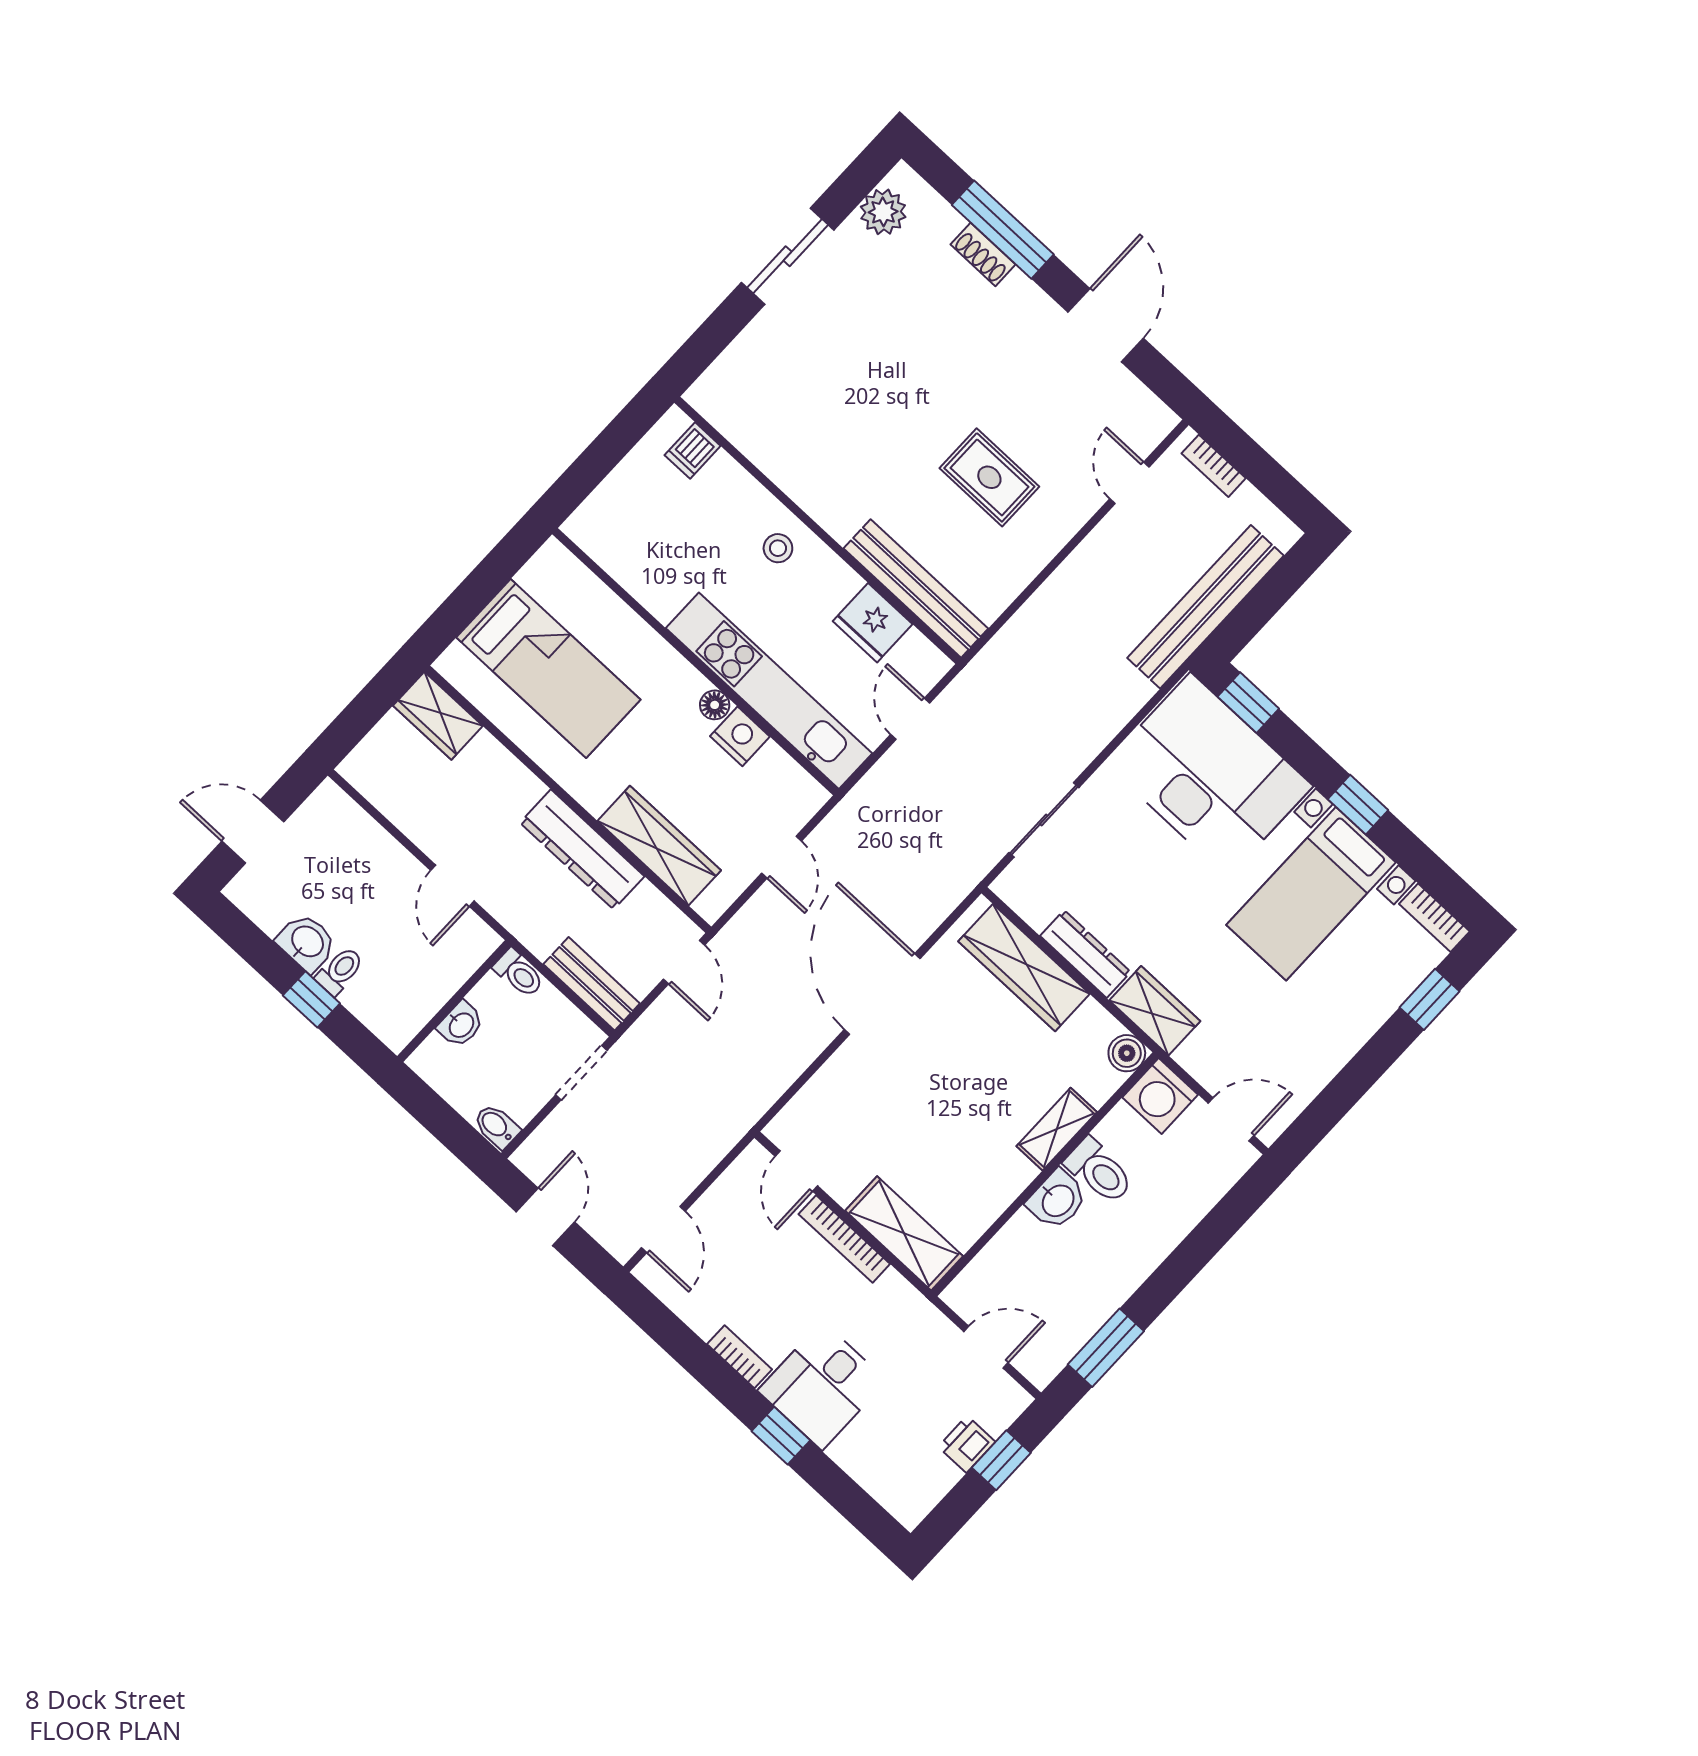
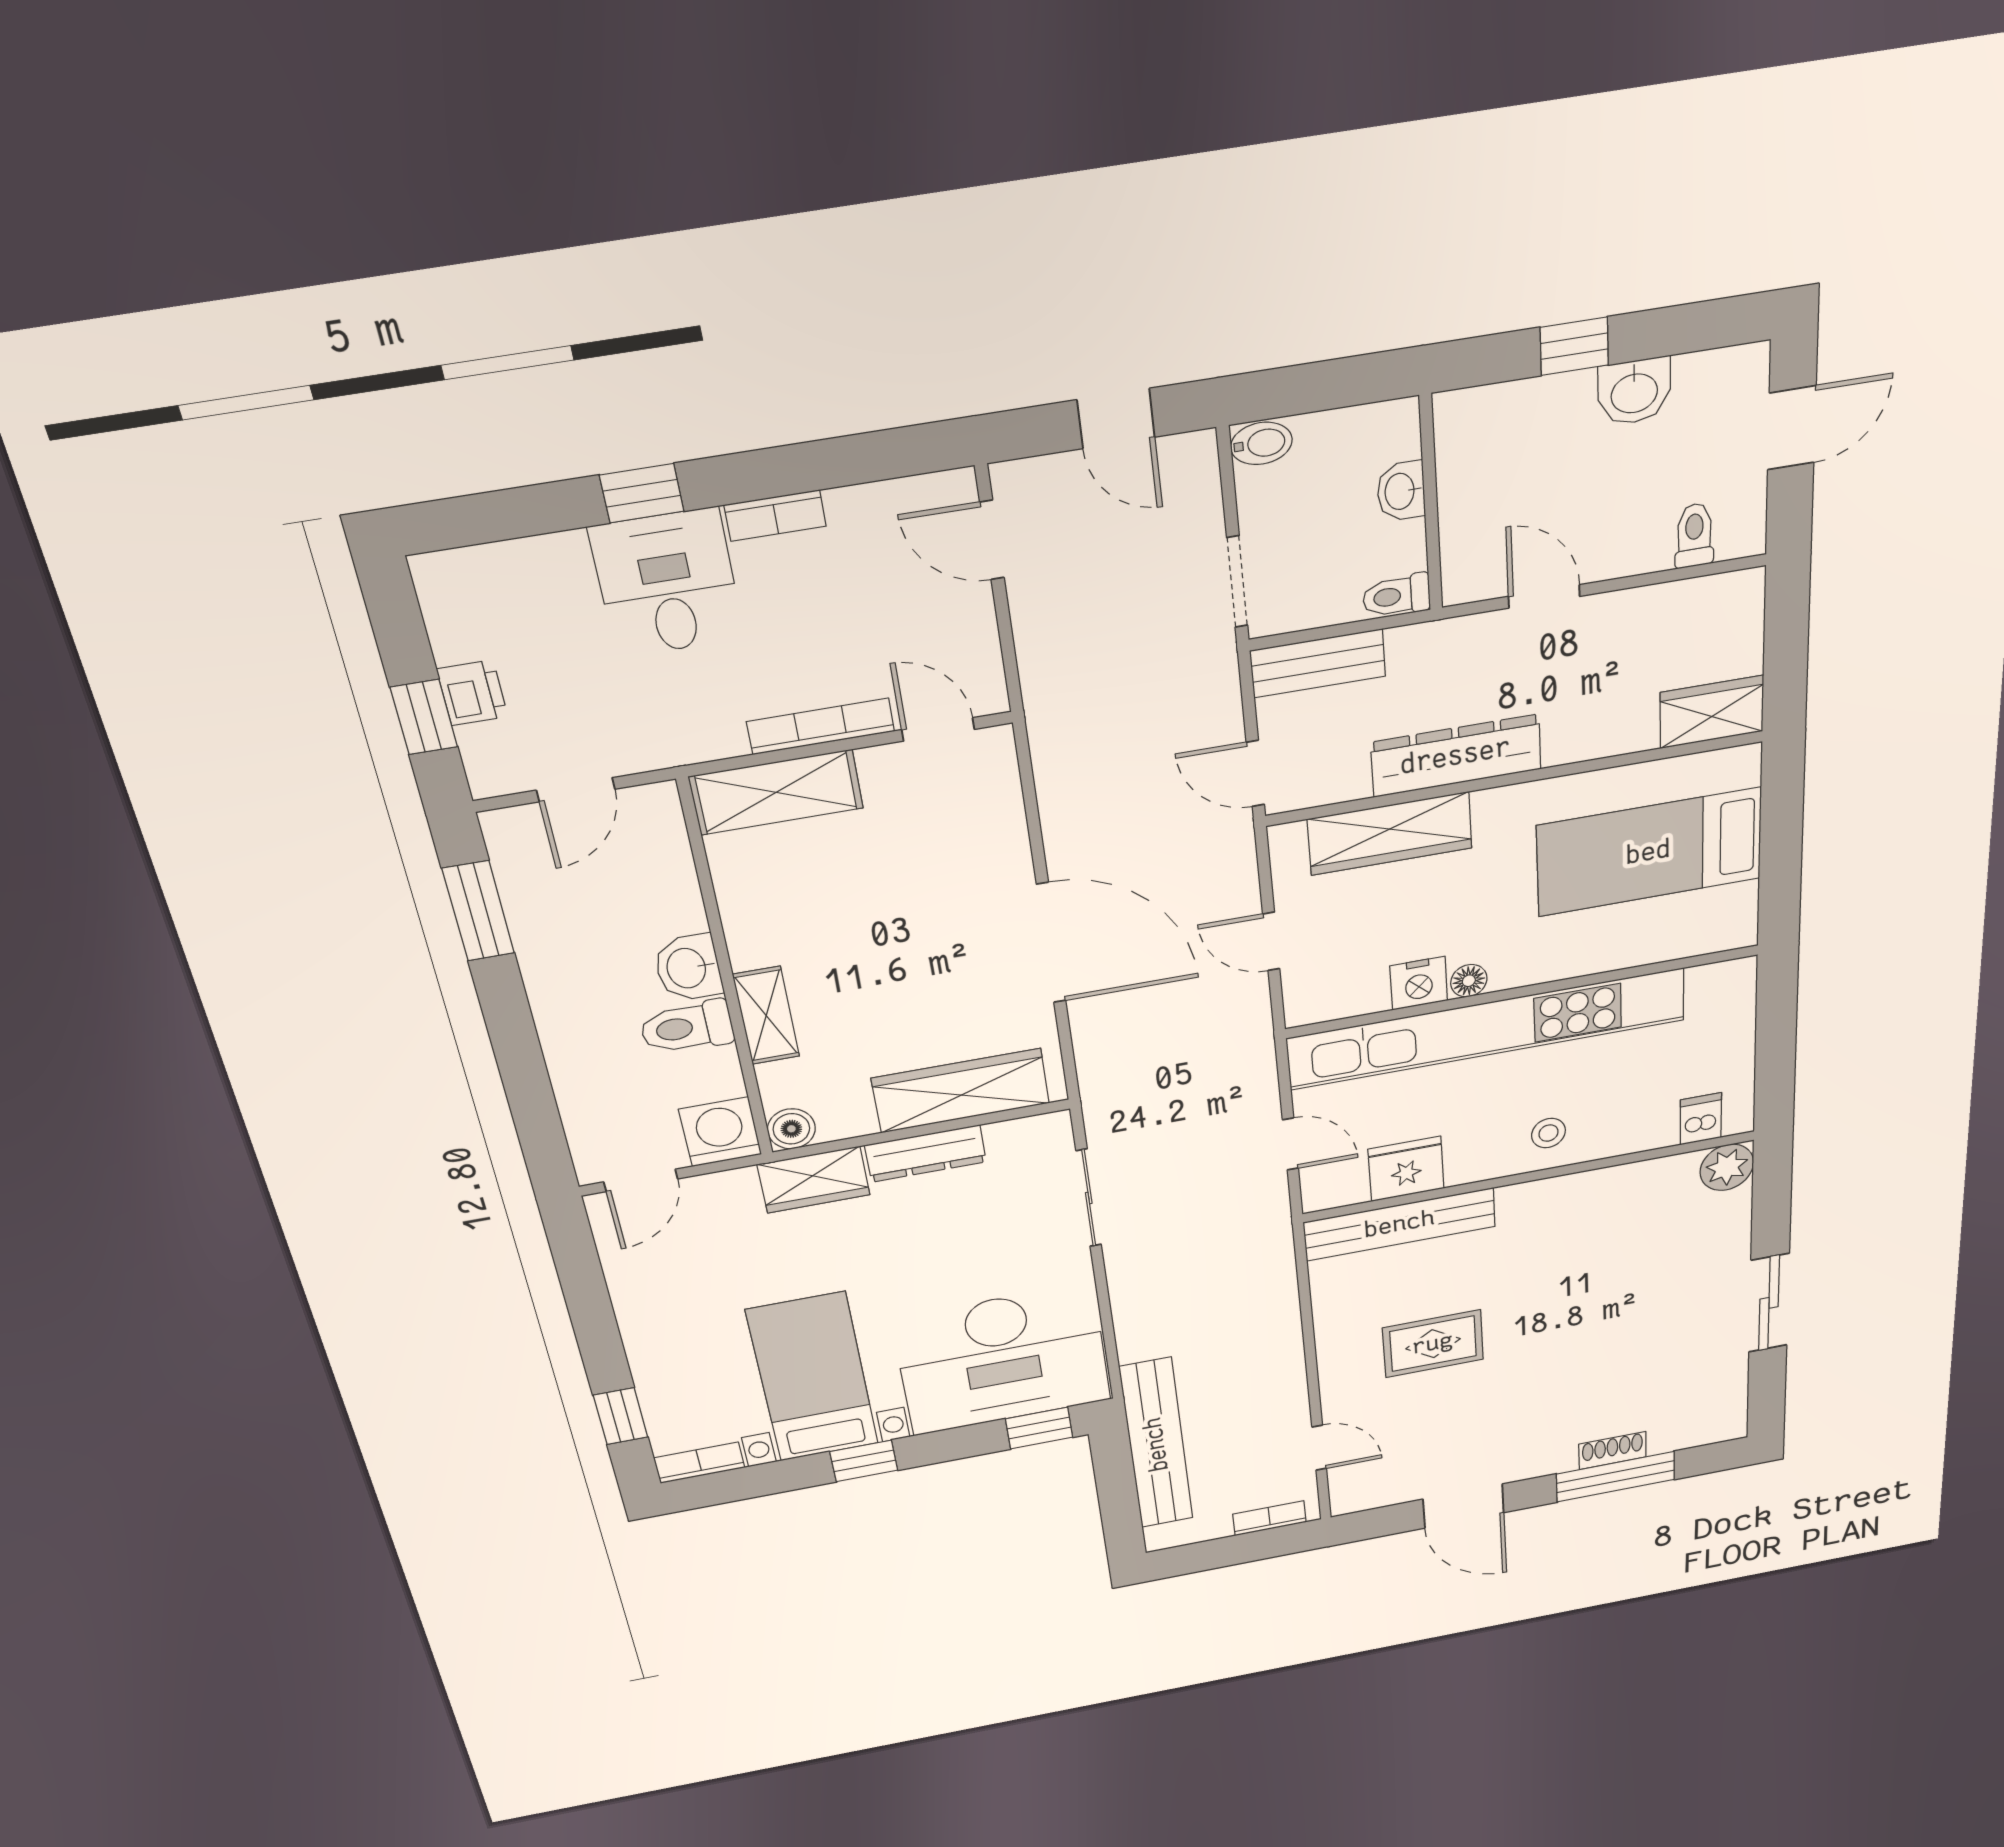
plant: (883, 212) -> (1727, 1167), moved
kitchen unit: (769, 691) -> (1487, 1029), width x1.36
toilet: (340, 971) -> (1694, 535), moved, turned 180

